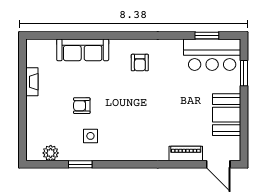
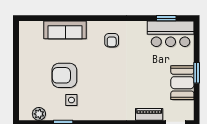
window: (244, 73) -> (197, 73), moved
fireplace: (32, 82) -> (24, 56), removed
armchair: (82, 106) -> (64, 75), width x1.88, depth x1.88

